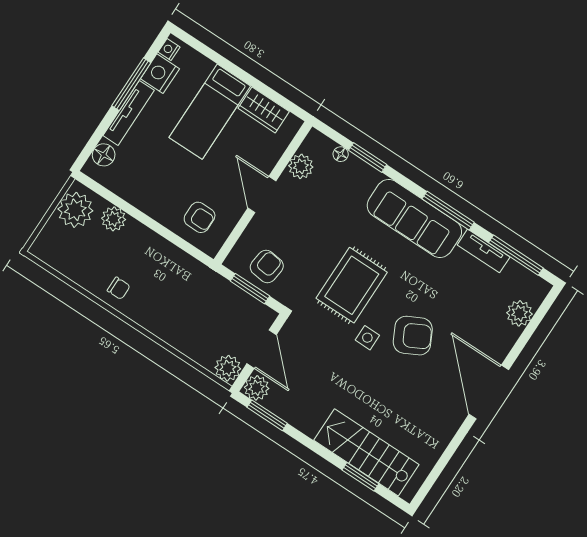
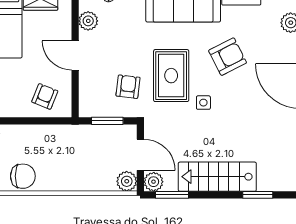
armchair: (200, 217) -> (45, 96), turned -68
armchair: (267, 267) -> (128, 87), moved
chair: (119, 288) -> (23, 176), width x1.87, depth x1.87
armchair: (413, 336) -> (228, 57), moved
stairs: (366, 452) -> (217, 177), moved

